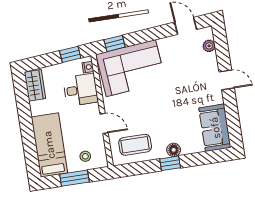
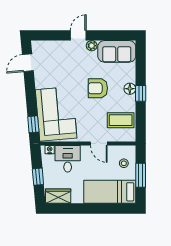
plant: (209, 46) -> (92, 46), moved
window: (70, 54) -> (38, 177), moved
armchair: (168, 112) -> (98, 88), added
door: (104, 123) -> (99, 143), swing flipped
coffee table: (135, 145) -> (121, 120), turned 90

